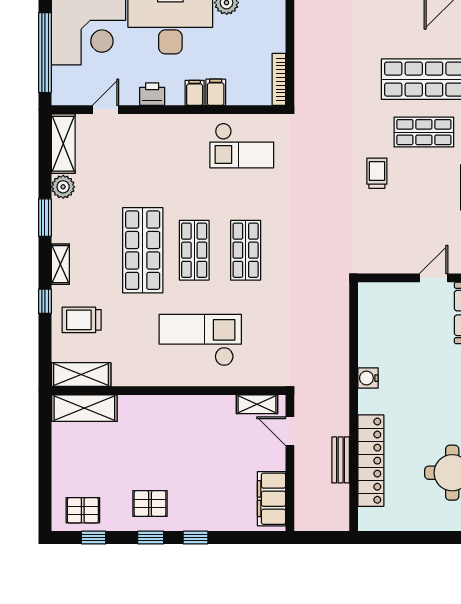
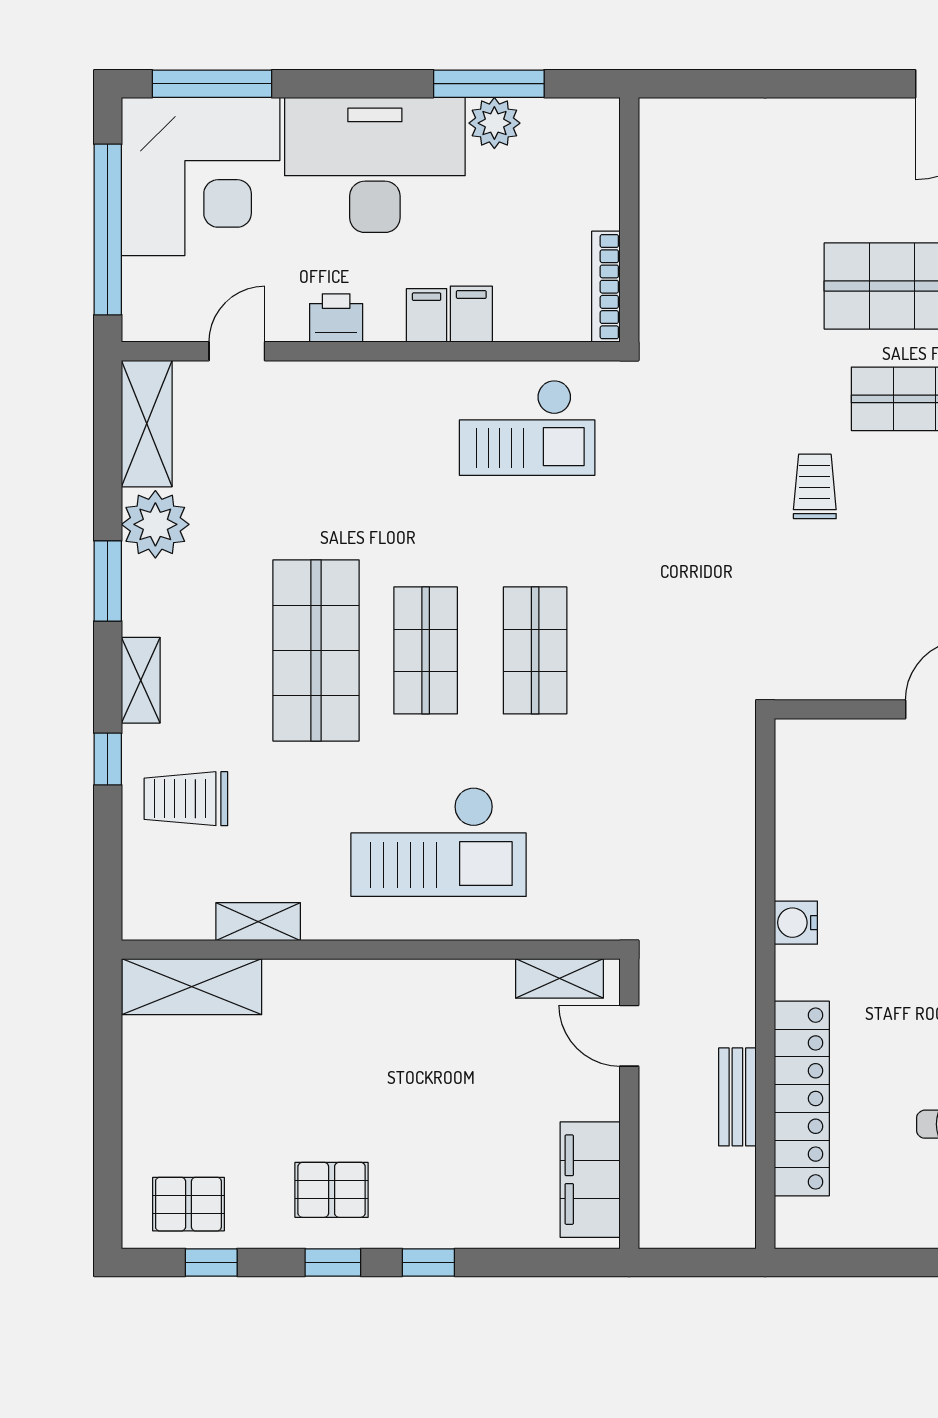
plant: (63, 187) -> (155, 524), width x1.36, depth x1.36
checkout: (200, 340) -> (439, 842), turned 180
shelving: (81, 375) -> (258, 922), moved, width x0.67, depth x0.75

